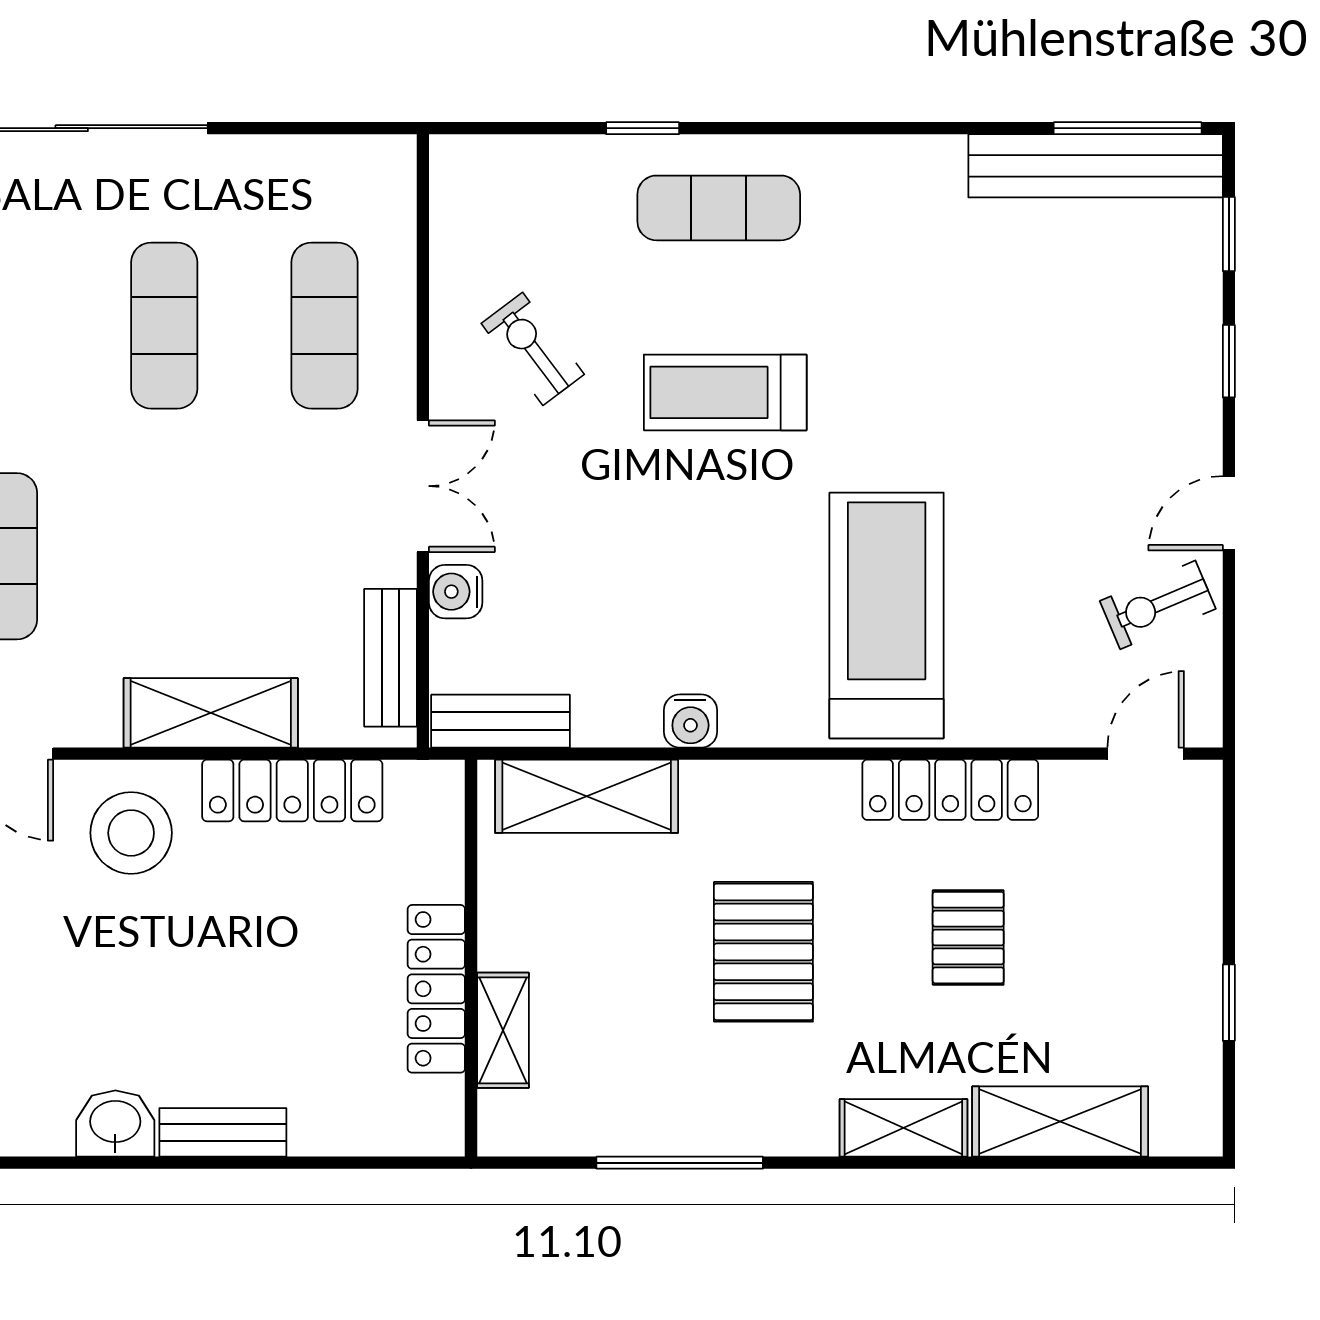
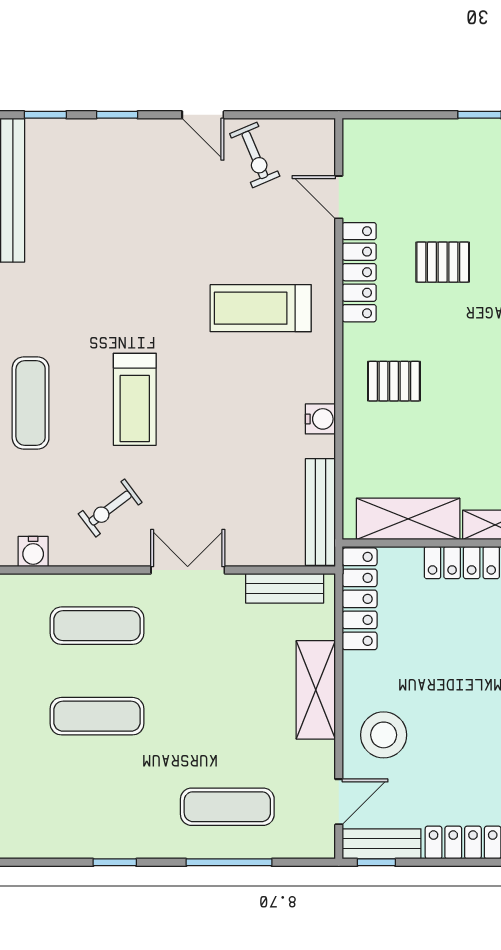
water cooler: (456, 592) -> (33, 552), moved
treadmill: (887, 615) -> (261, 308), width x0.73, depth x0.73
bench: (501, 721) -> (320, 512), width x1.36
door: (1146, 754) -> (339, 197), moved
locker: (292, 790) -> (360, 599), moved
shelving: (587, 796) -> (408, 519), moved, turned 90
pallet: (763, 952) -> (394, 381), moved, width x0.67, depth x0.71

